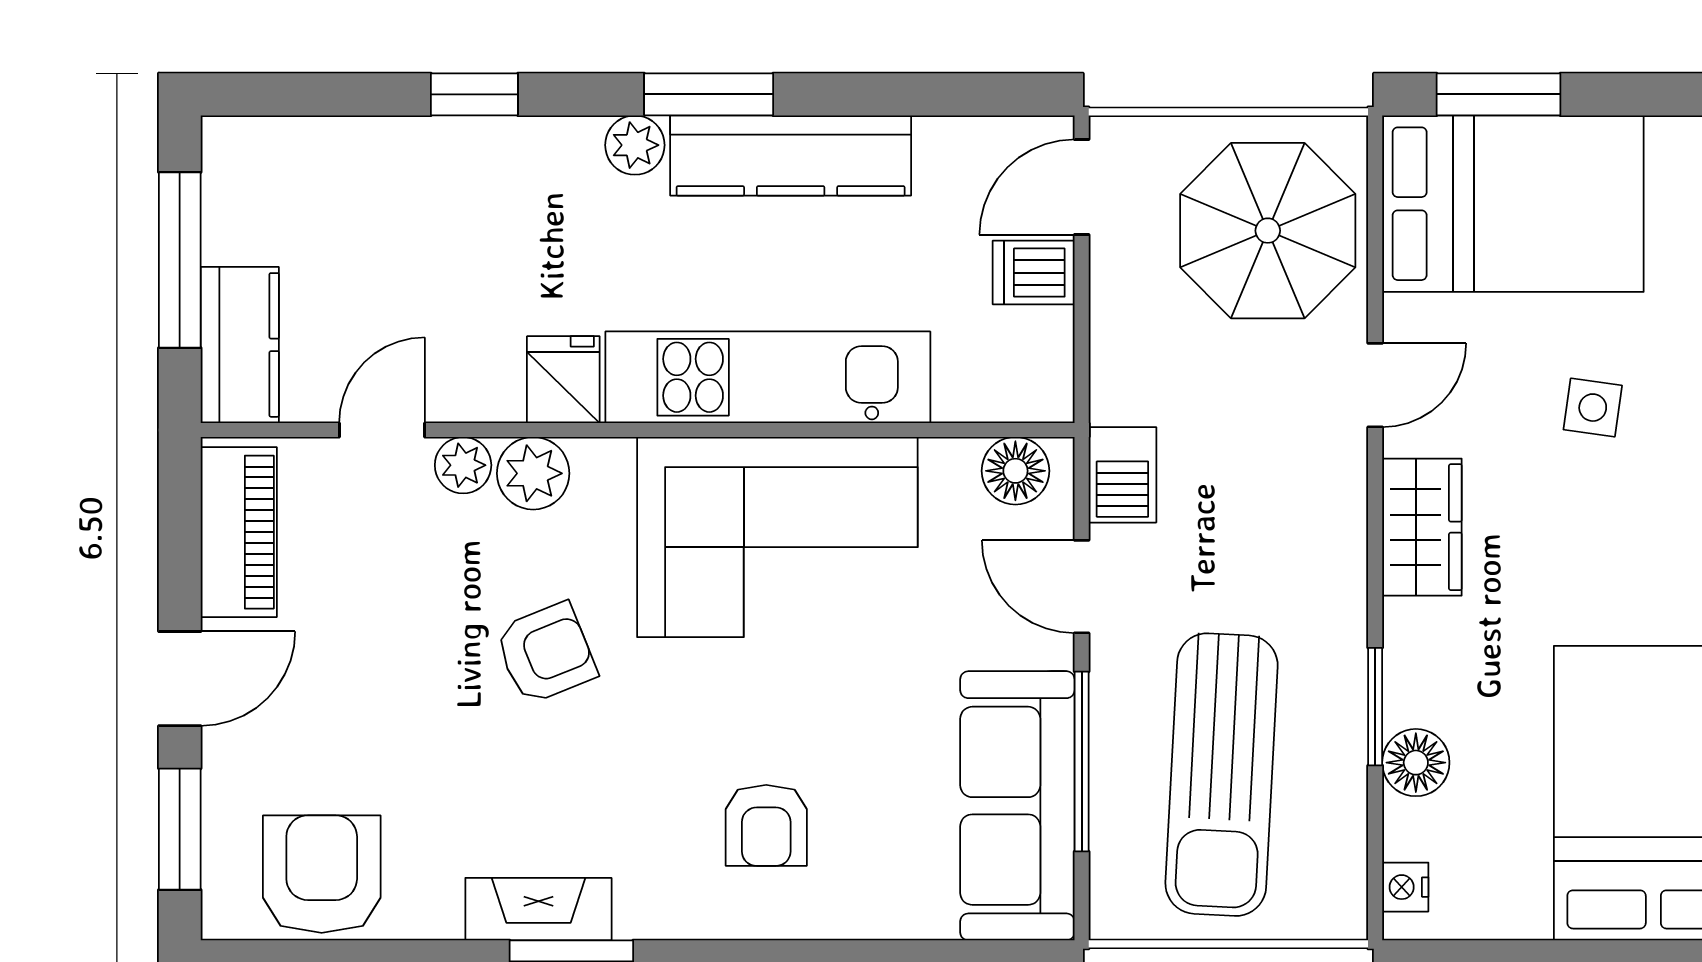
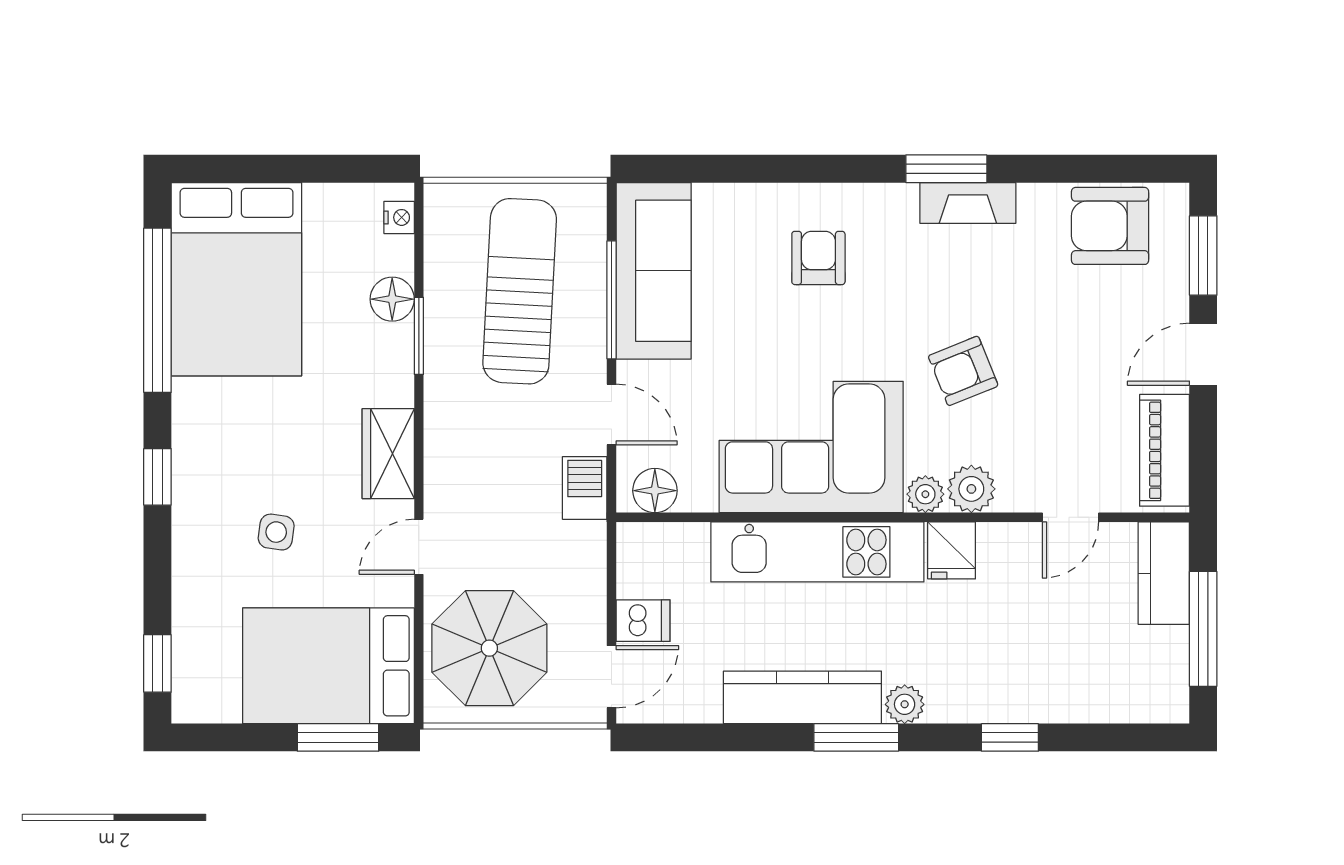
plant: (463, 465) -> (925, 494), moved
armchair: (322, 874) -> (1110, 226), turned 90

